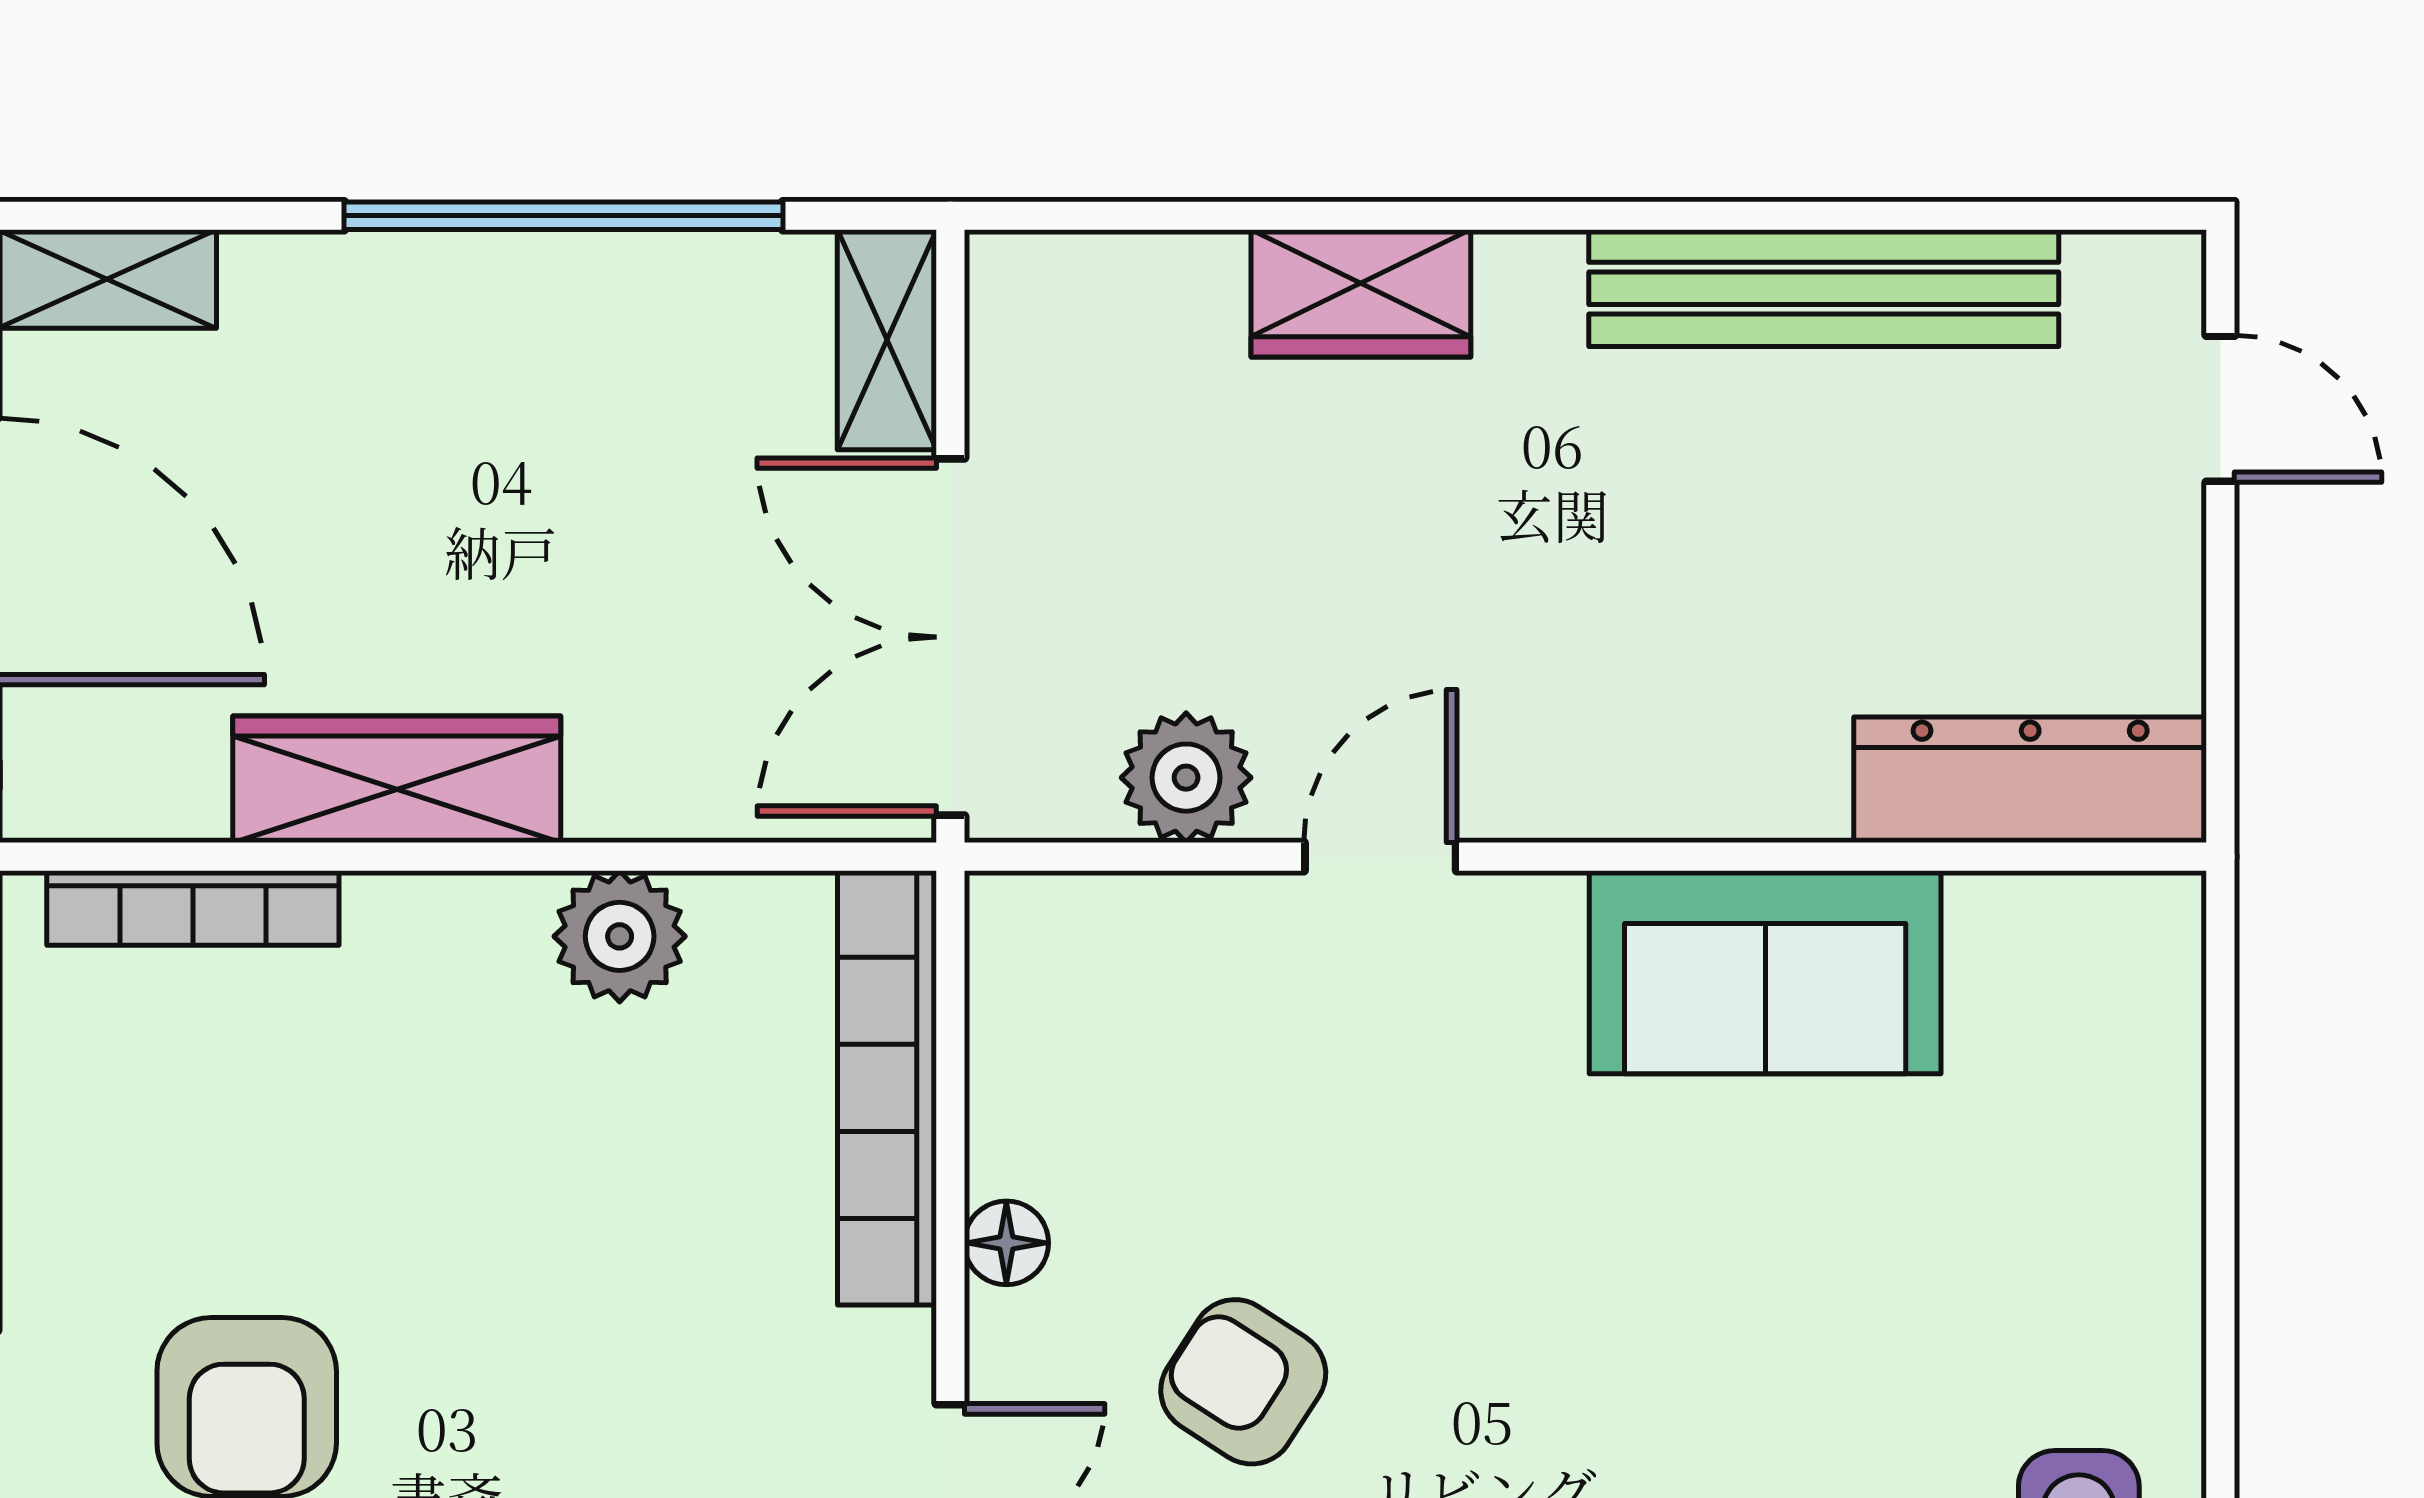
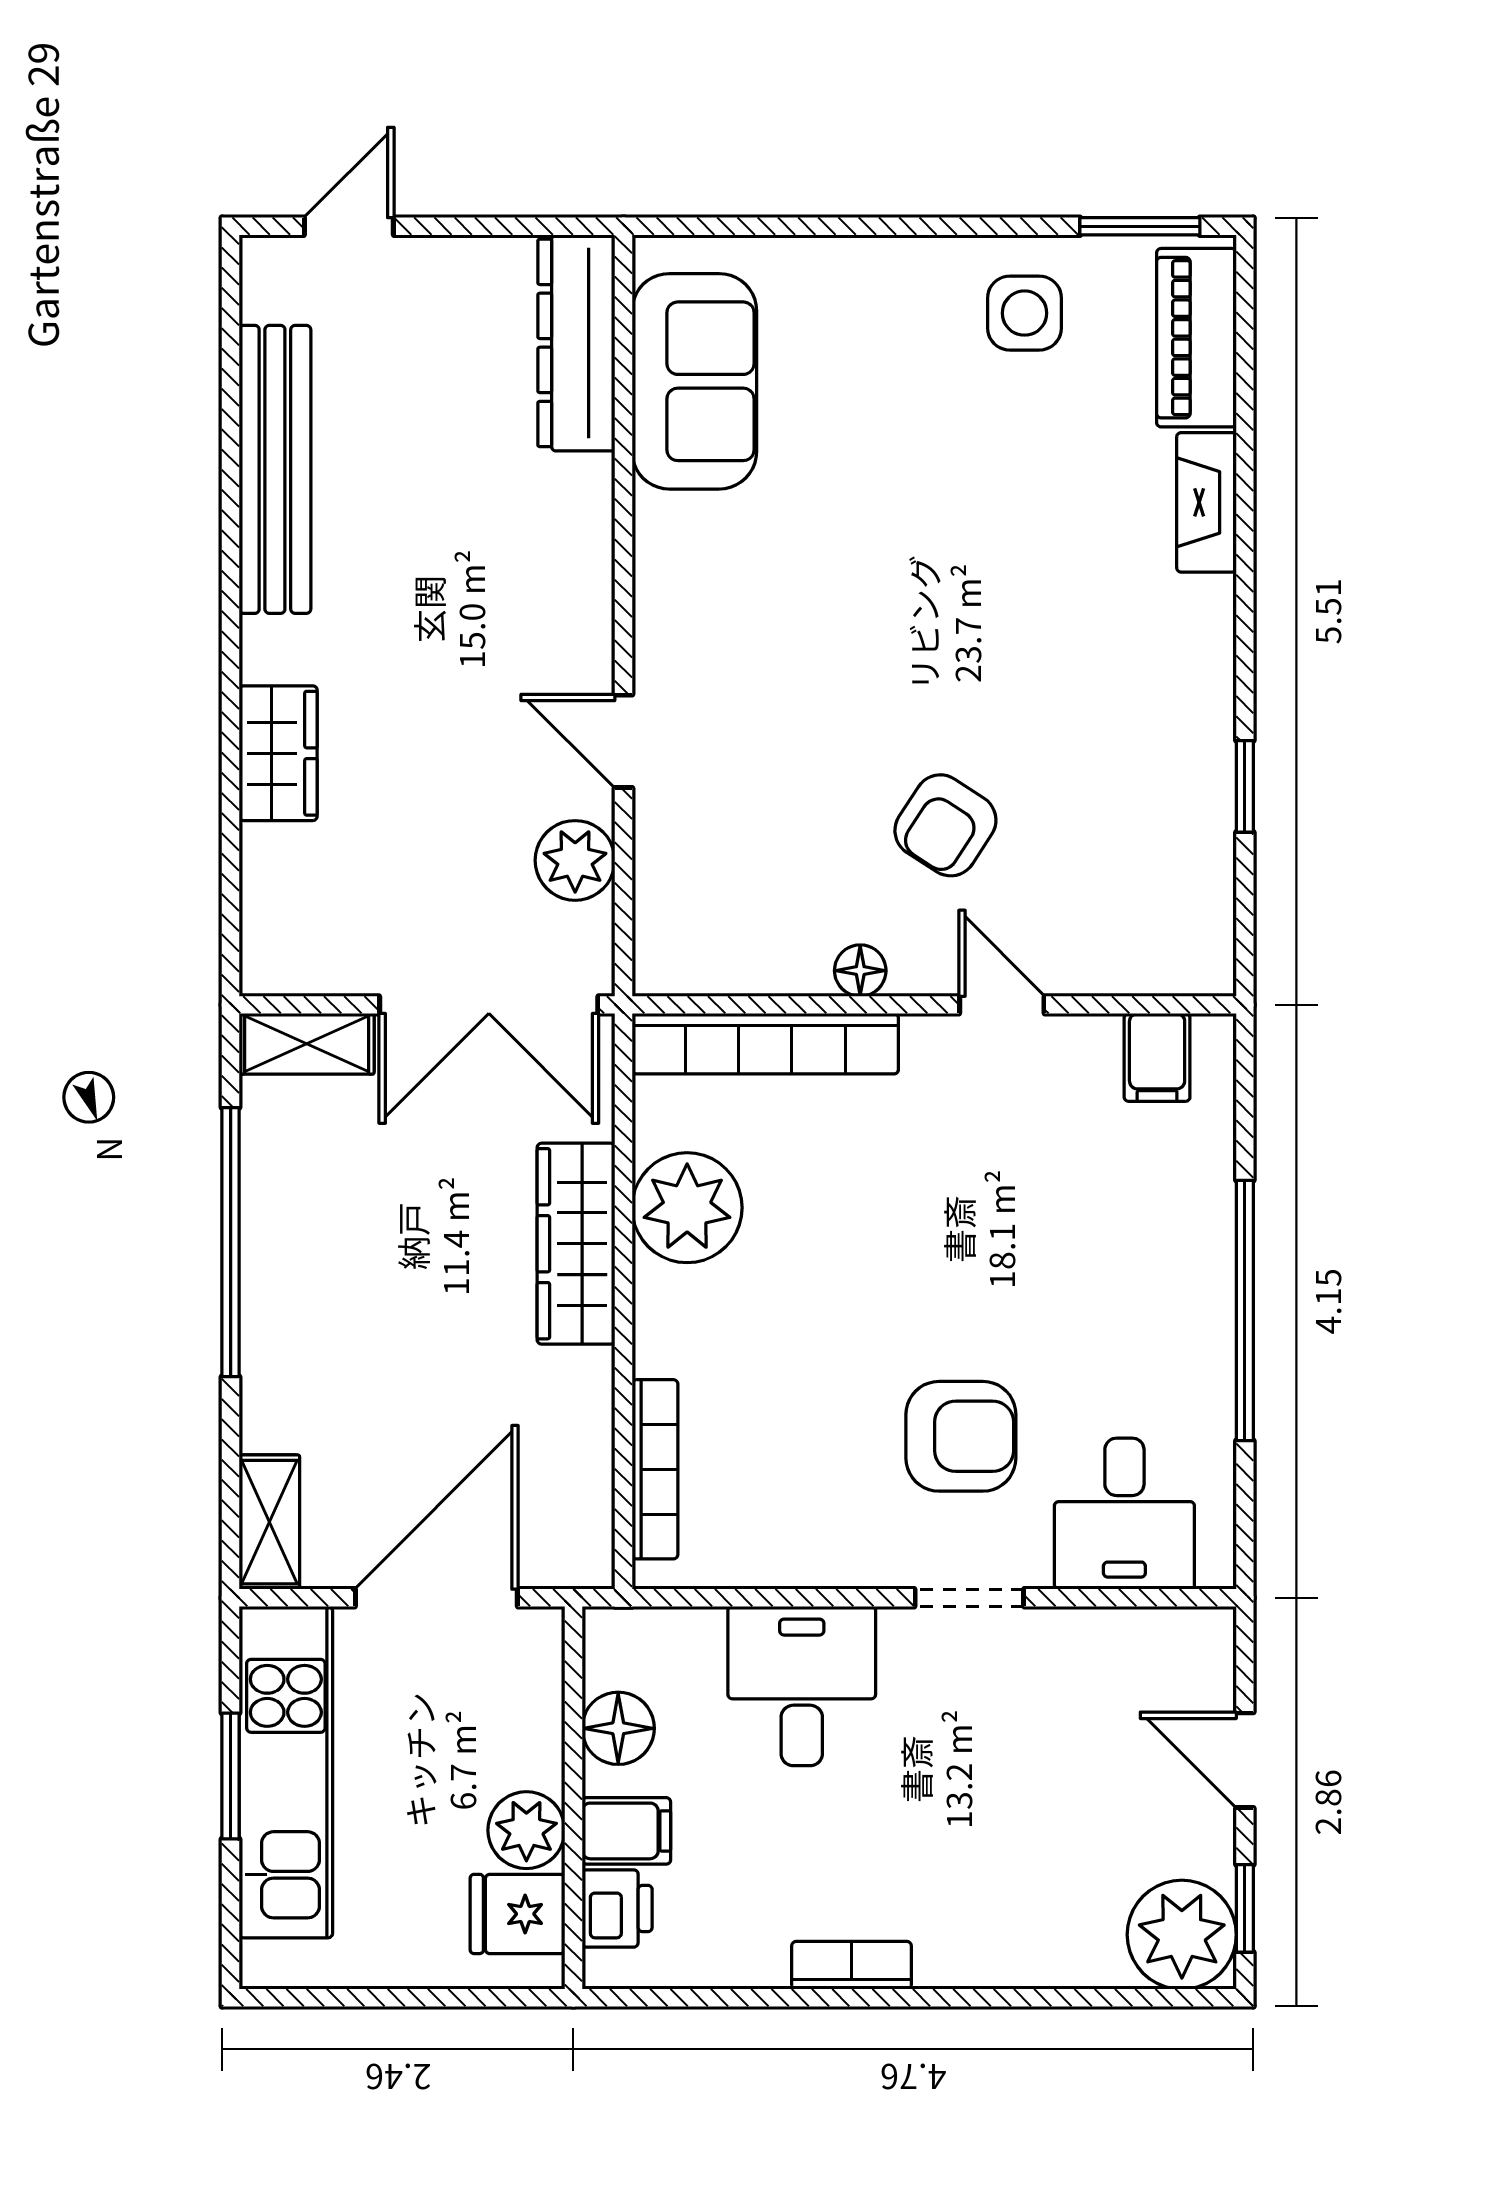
wardrobe: (397, 779) -> (576, 1244), moved
plant: (620, 936) -> (687, 1208), width x1.36, depth x1.36
sofa: (1765, 972) -> (694, 381), moved

